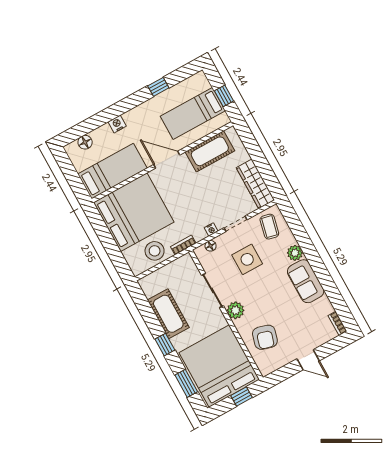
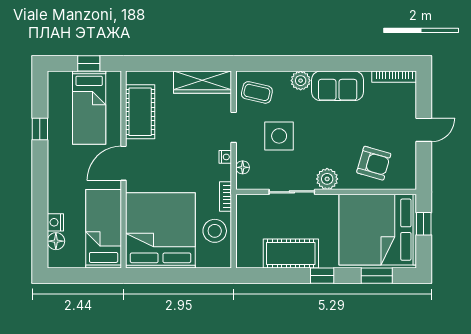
nightstand: (117, 124) -> (55, 222), moved
bookcase: (337, 323) -> (394, 77), width x1.56

